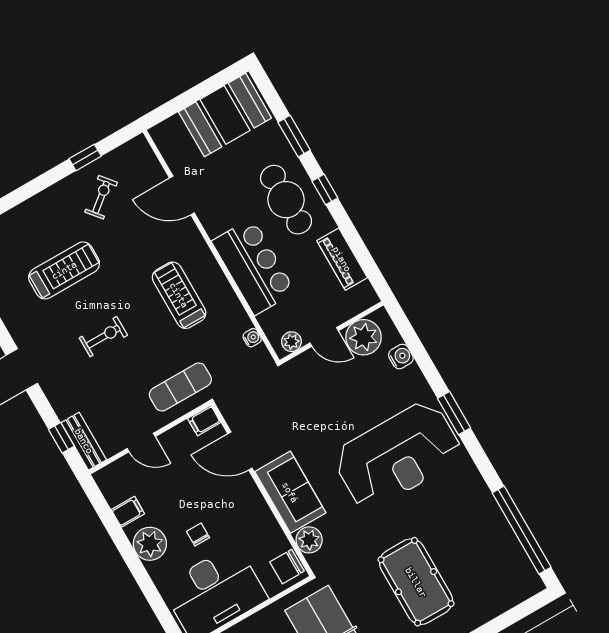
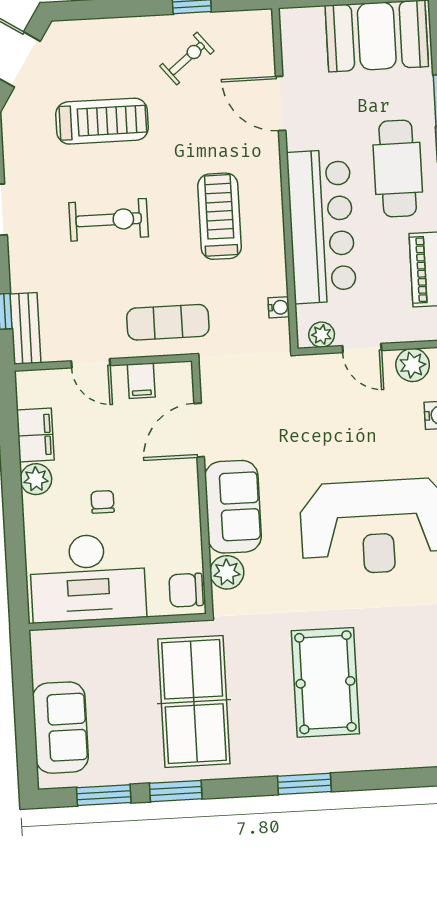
bar counter: (253, 267) -> (322, 226), width x1.36
exercise bike: (103, 337) -> (109, 220), width x1.38, depth x1.39
plant: (364, 337) -> (413, 365), width x0.73, depth x0.73
filing cabinet: (204, 420) -> (141, 381), moved, turned -90
door: (240, 451) -> (199, 430), hinge flipped
filing cabinet: (128, 512) -> (35, 435), width x2.00
plant: (150, 544) -> (36, 479), width x0.73, depth x0.73

